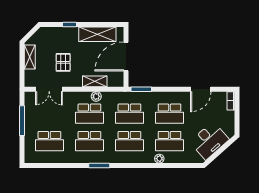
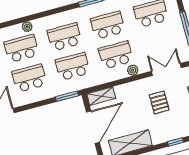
window: (69, 24) -> (176, 142), moved
shelving: (95, 81) -> (101, 96), moved
plant: (96, 96) -> (133, 70), moved

